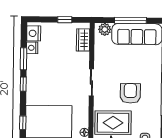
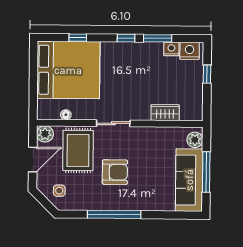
window: (65, 20) -> (207, 74), moved
wardrobe: (83, 40) -> (165, 113), moved
sliding door: (91, 82) -> (113, 123), moved

